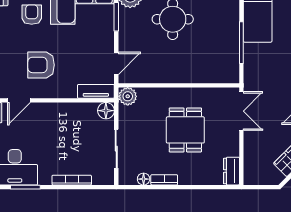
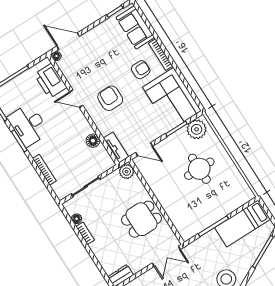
floor lamp: (106, 111) -> (93, 141), moved
dining table: (185, 130) -> (142, 219), moved

